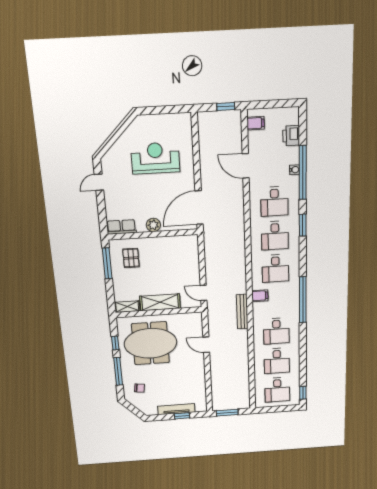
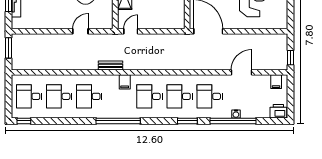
printer: (291, 136) -> (278, 111), moved
bench: (242, 312) -> (111, 65), width x0.73

